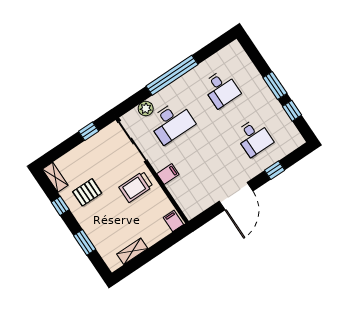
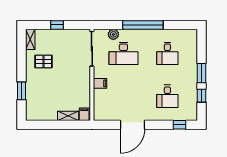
window: (89, 131) -> (57, 25), moved
window: (275, 170) -> (180, 125), moved
trolley: (136, 187) -> (75, 78), removed
window: (60, 206) -> (22, 59), removed
shelving: (132, 251) -> (68, 116), moved

